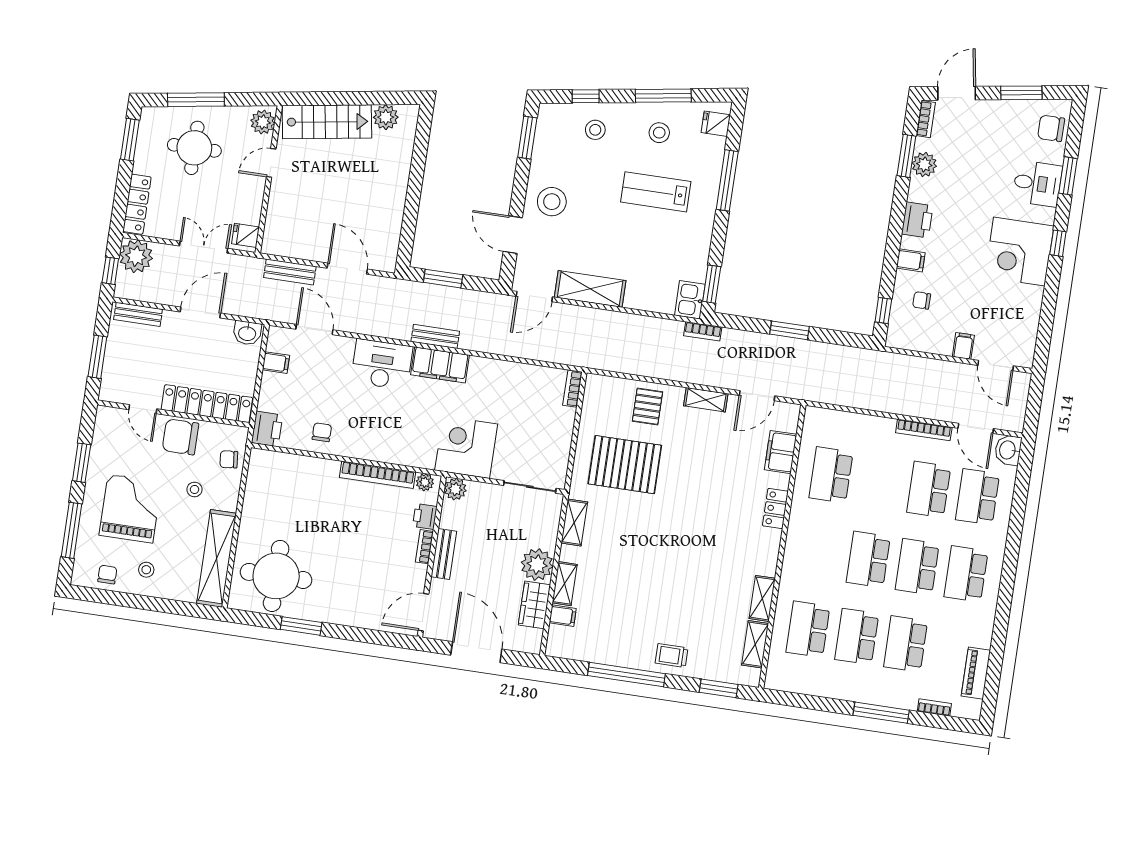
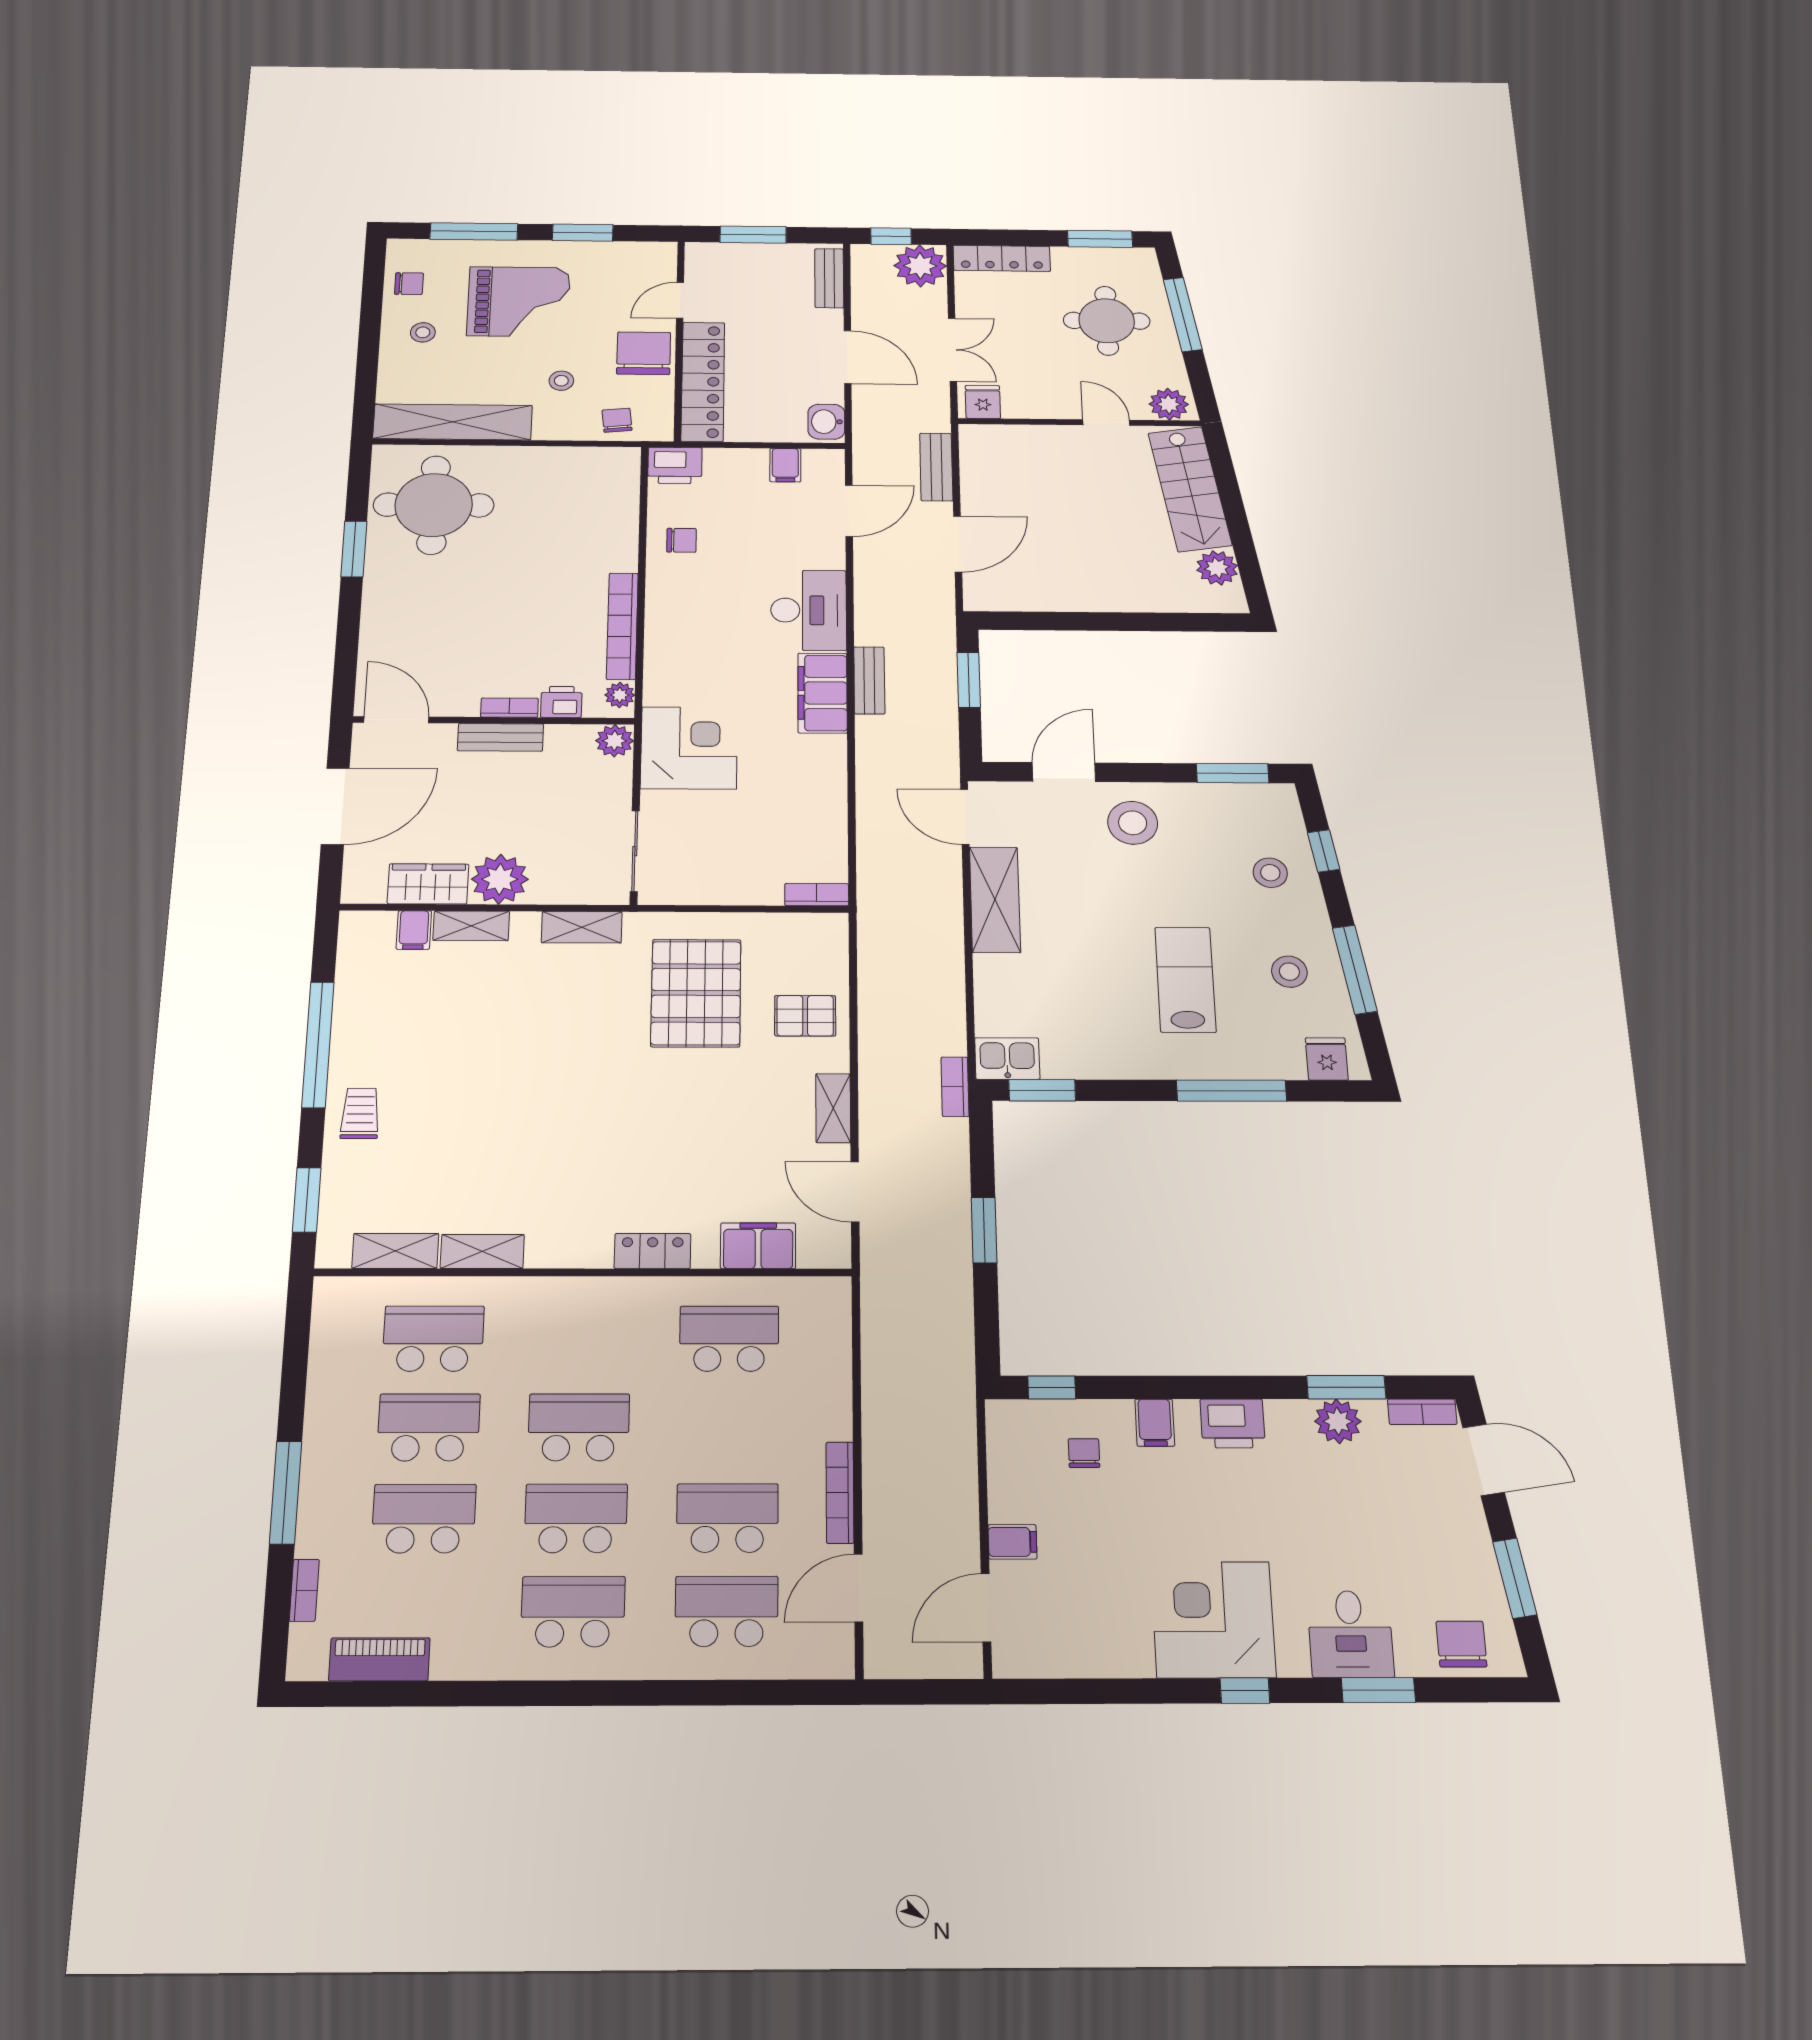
washbasin: (1008, 450) -> (826, 1656), removed

